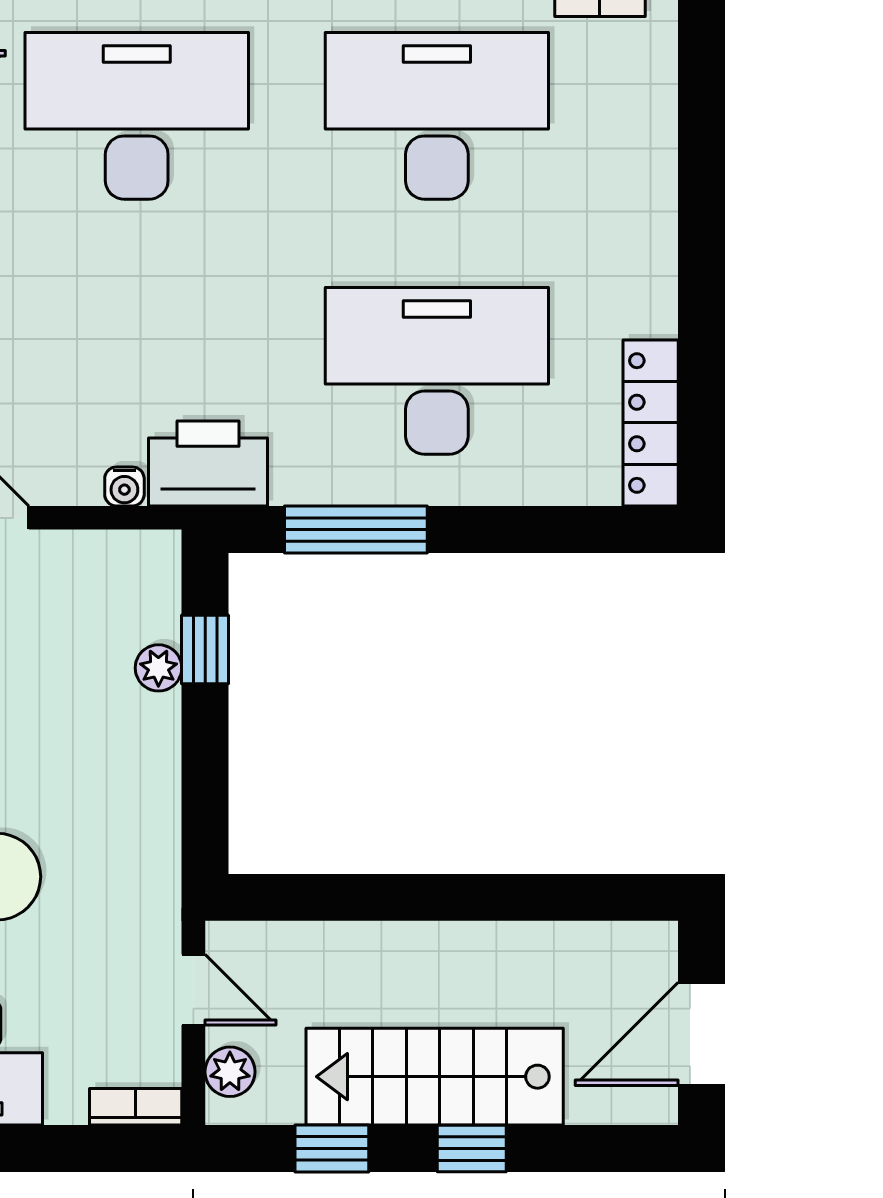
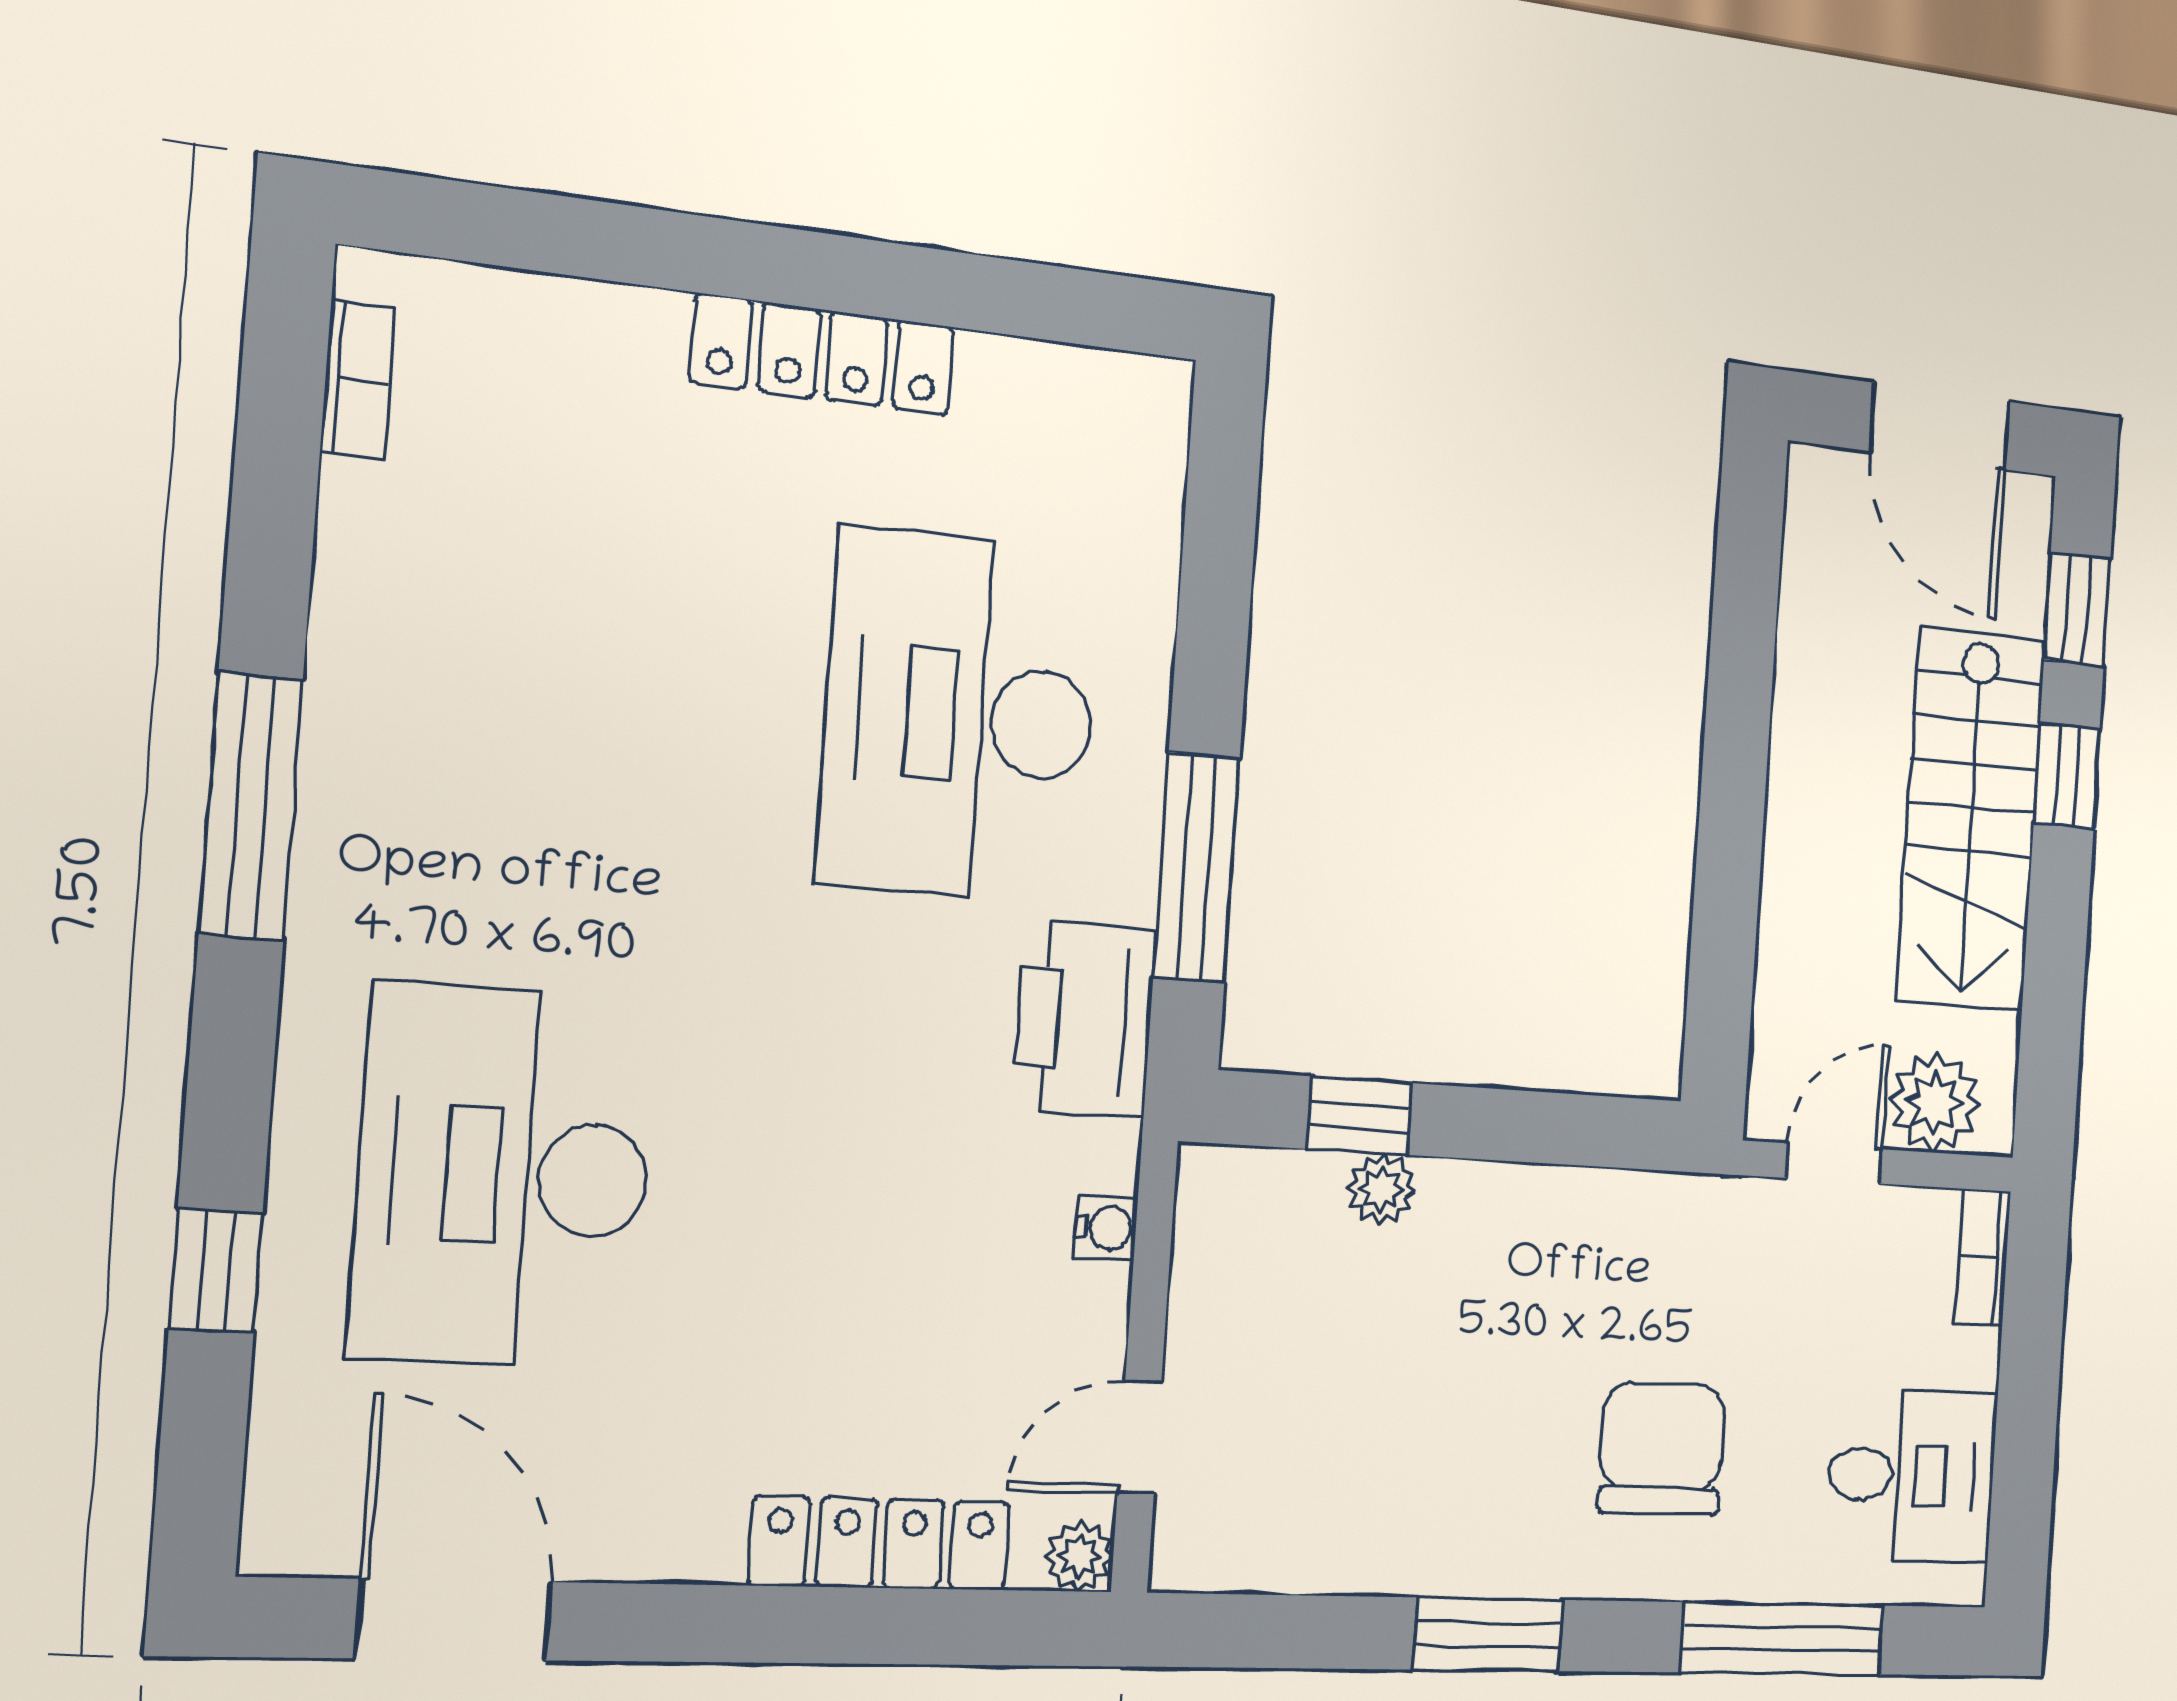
desk: (437, 116) -> (541, 675), removed
locker: (651, 423) -> (823, 354), moved
printer: (208, 463) -> (1085, 1019), moved
plant: (230, 1072) -> (1935, 1103), width x1.38, depth x1.38
window: (332, 1149) -> (2077, 610), moved

